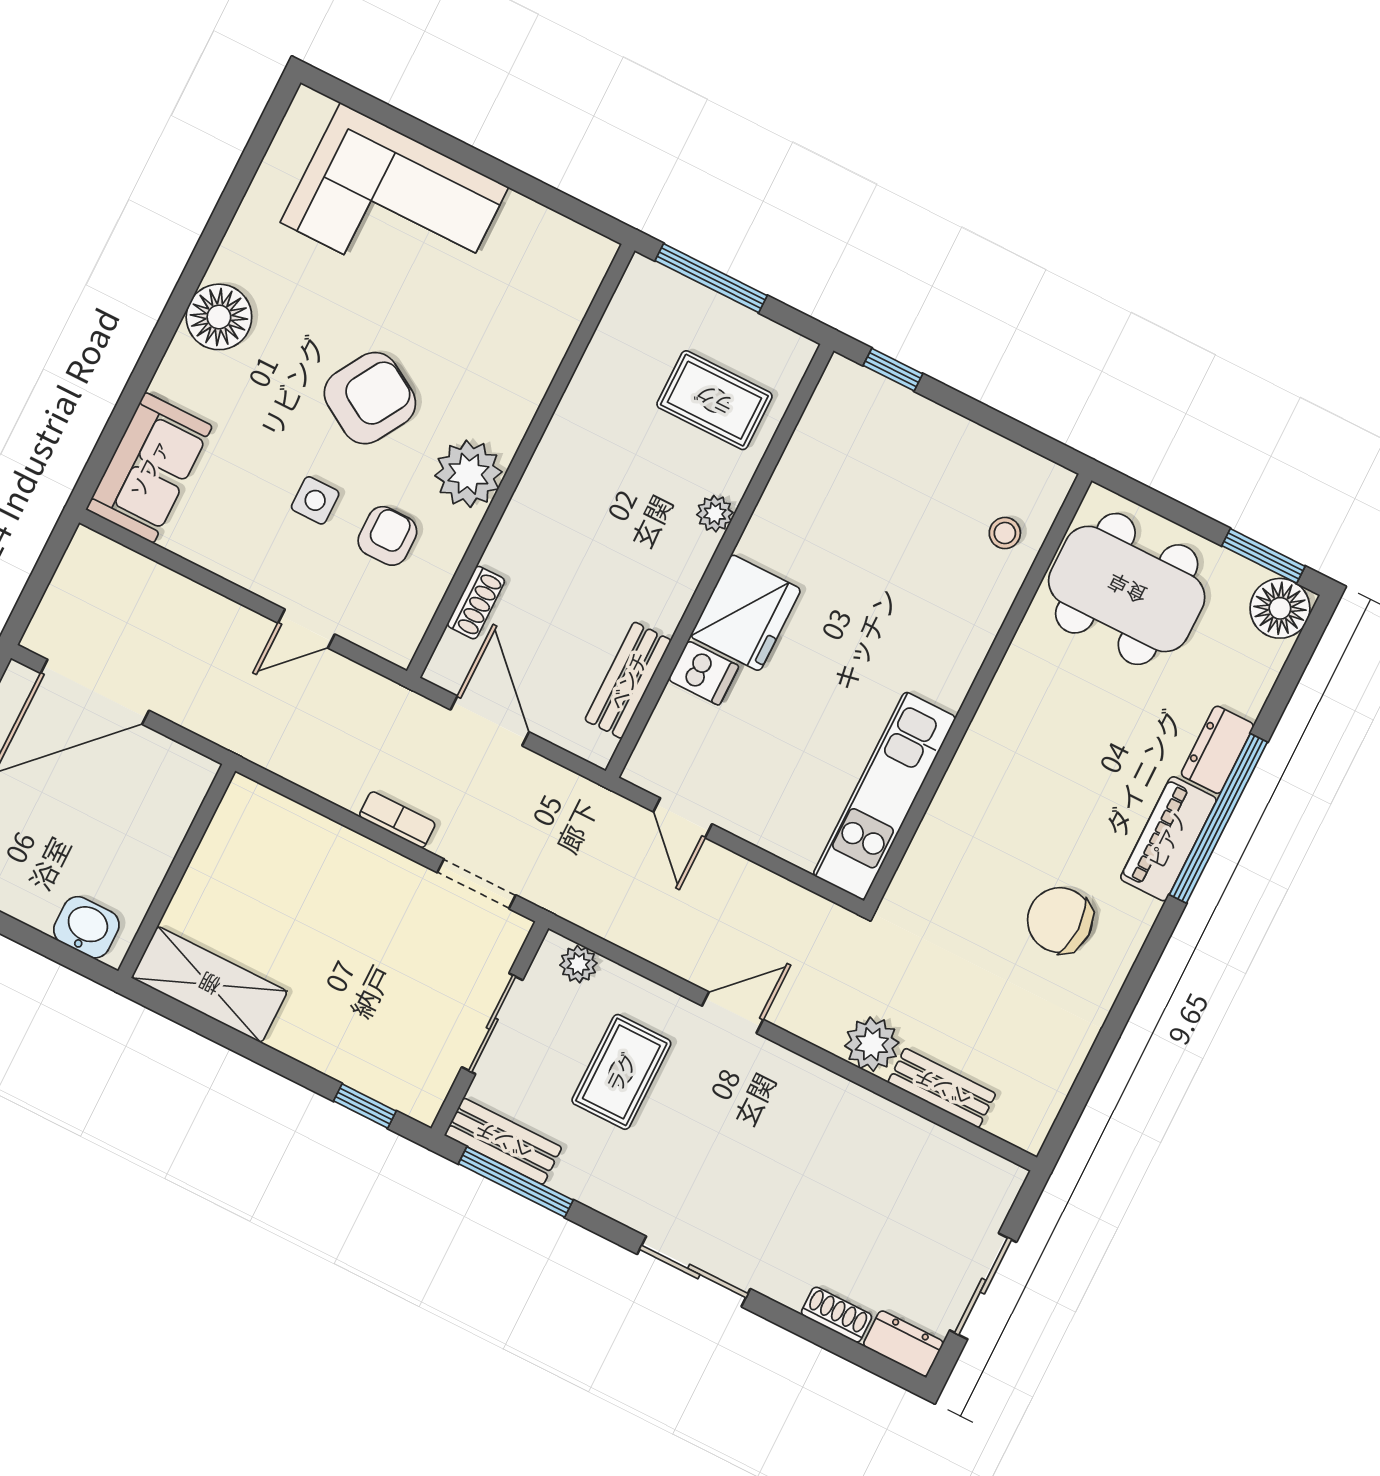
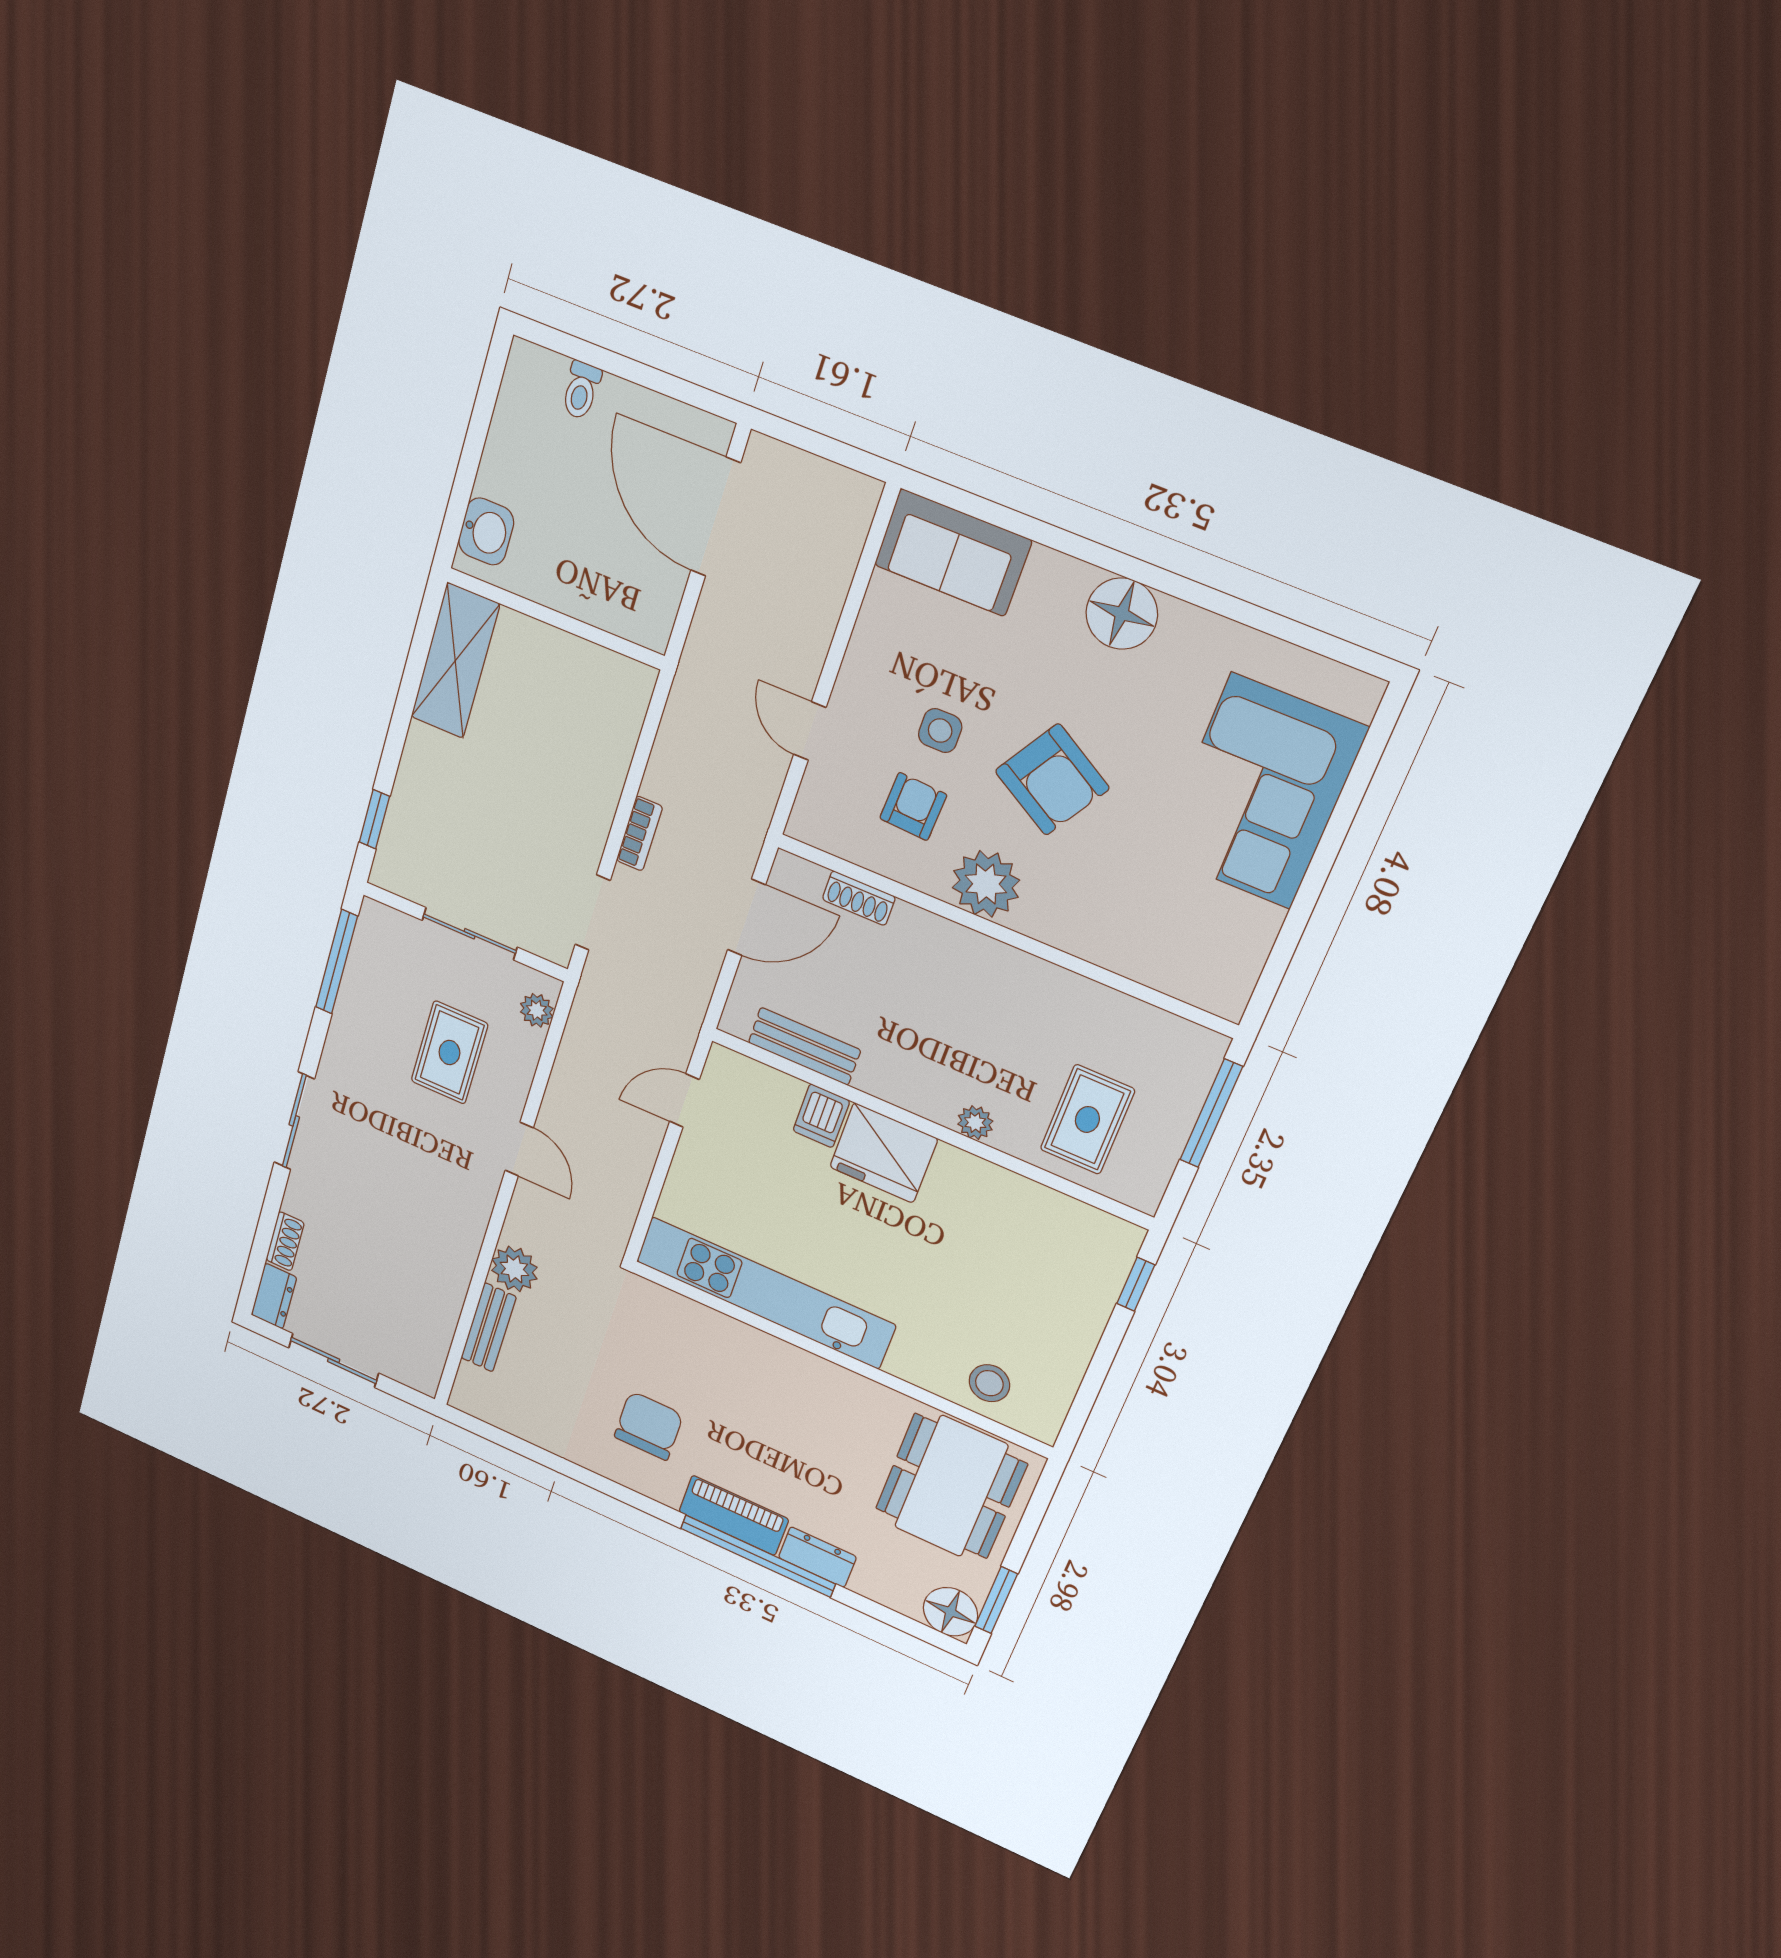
stool: (1005, 533) -> (989, 1383), width x1.37, depth x1.37
armchair: (387, 536) -> (913, 807), turned -87
kitchen unit: (884, 796) -> (765, 1293), width x1.36
rug: (621, 1072) -> (449, 1053), turned 90
bench: (503, 1141) -> (369, 949), removed

